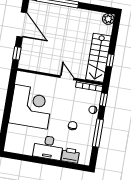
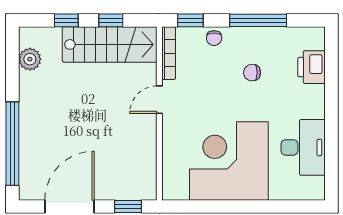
plant: (108, 19) -> (30, 59), moved
window: (114, 38) -> (66, 20), added
desk: (48, 147) -> (303, 147), moved

